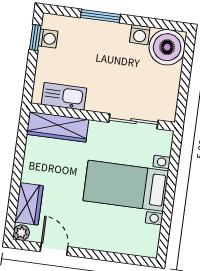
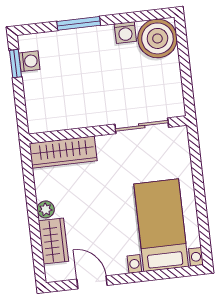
kitchen sink: (64, 96) -> (62, 118), removed
bed with nightstands: (126, 186) -> (161, 225), moved, turned 90
plant: (21, 233) -> (46, 209), moved

